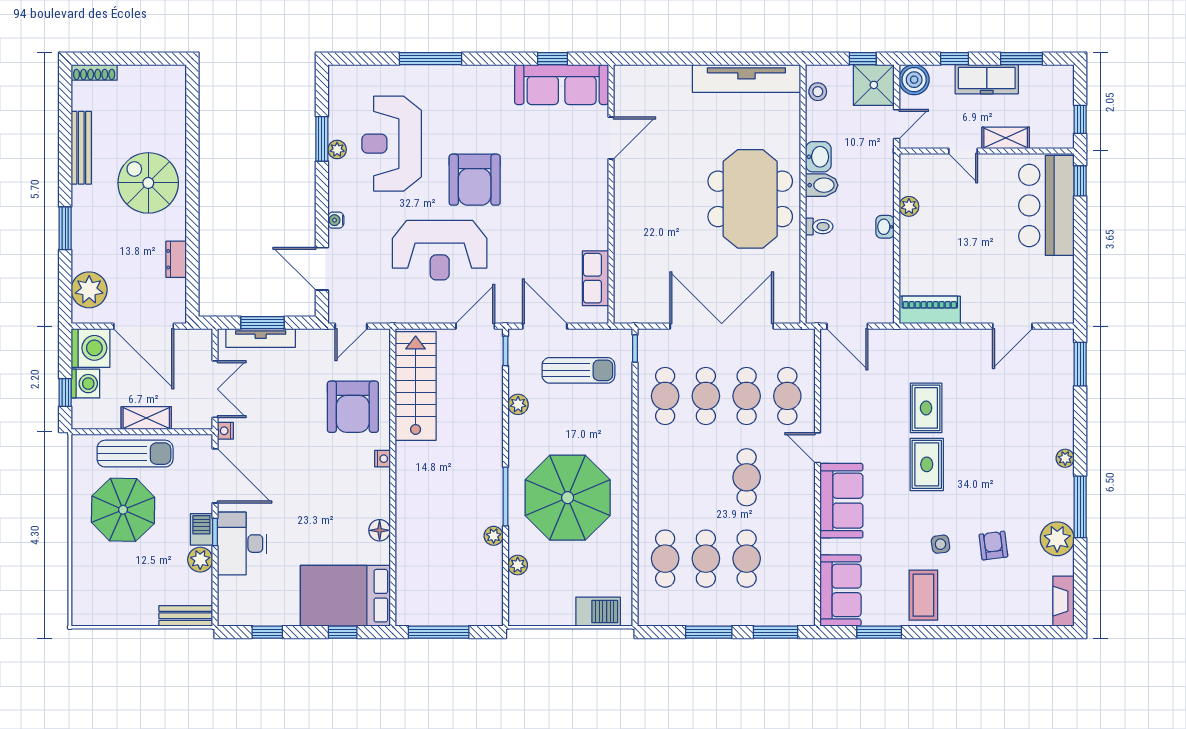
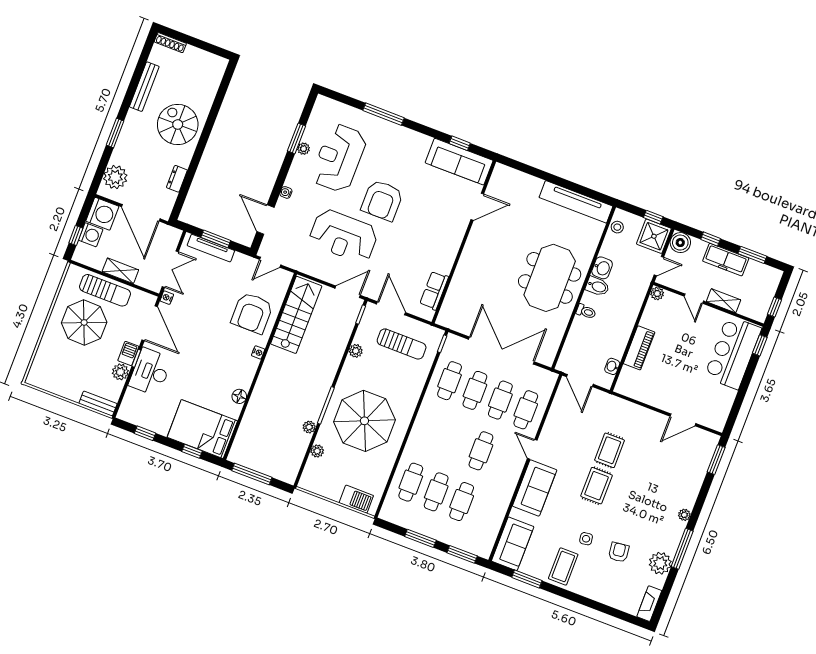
plant: (909, 206) -> (657, 294), moved
washbasin: (885, 227) -> (612, 366), moved
piano: (930, 310) -> (639, 348), moved, turned 90

